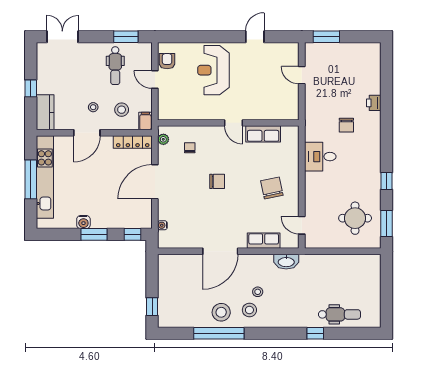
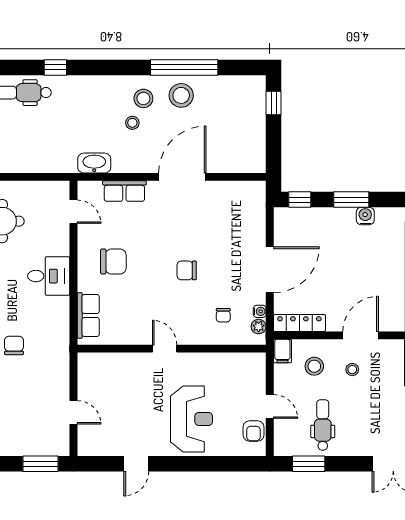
row of seats: (263, 134) -> (88, 316), moved, turned 90
desk: (320, 157) -> (49, 276), moved
chair: (272, 188) -> (113, 261), turned -78
water cooler: (162, 225) -> (260, 311), moved

